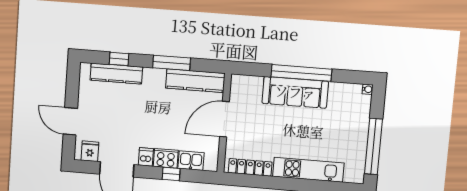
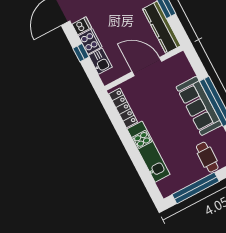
cafe table: (351, 116) -> (207, 157), added

